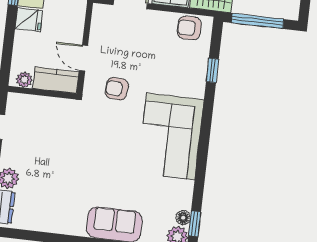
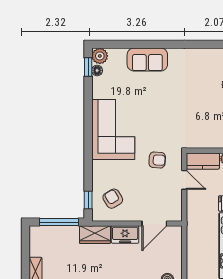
armchair: (189, 28) -> (113, 199), moved, turned -121
window: (212, 70) -> (88, 200), moved

